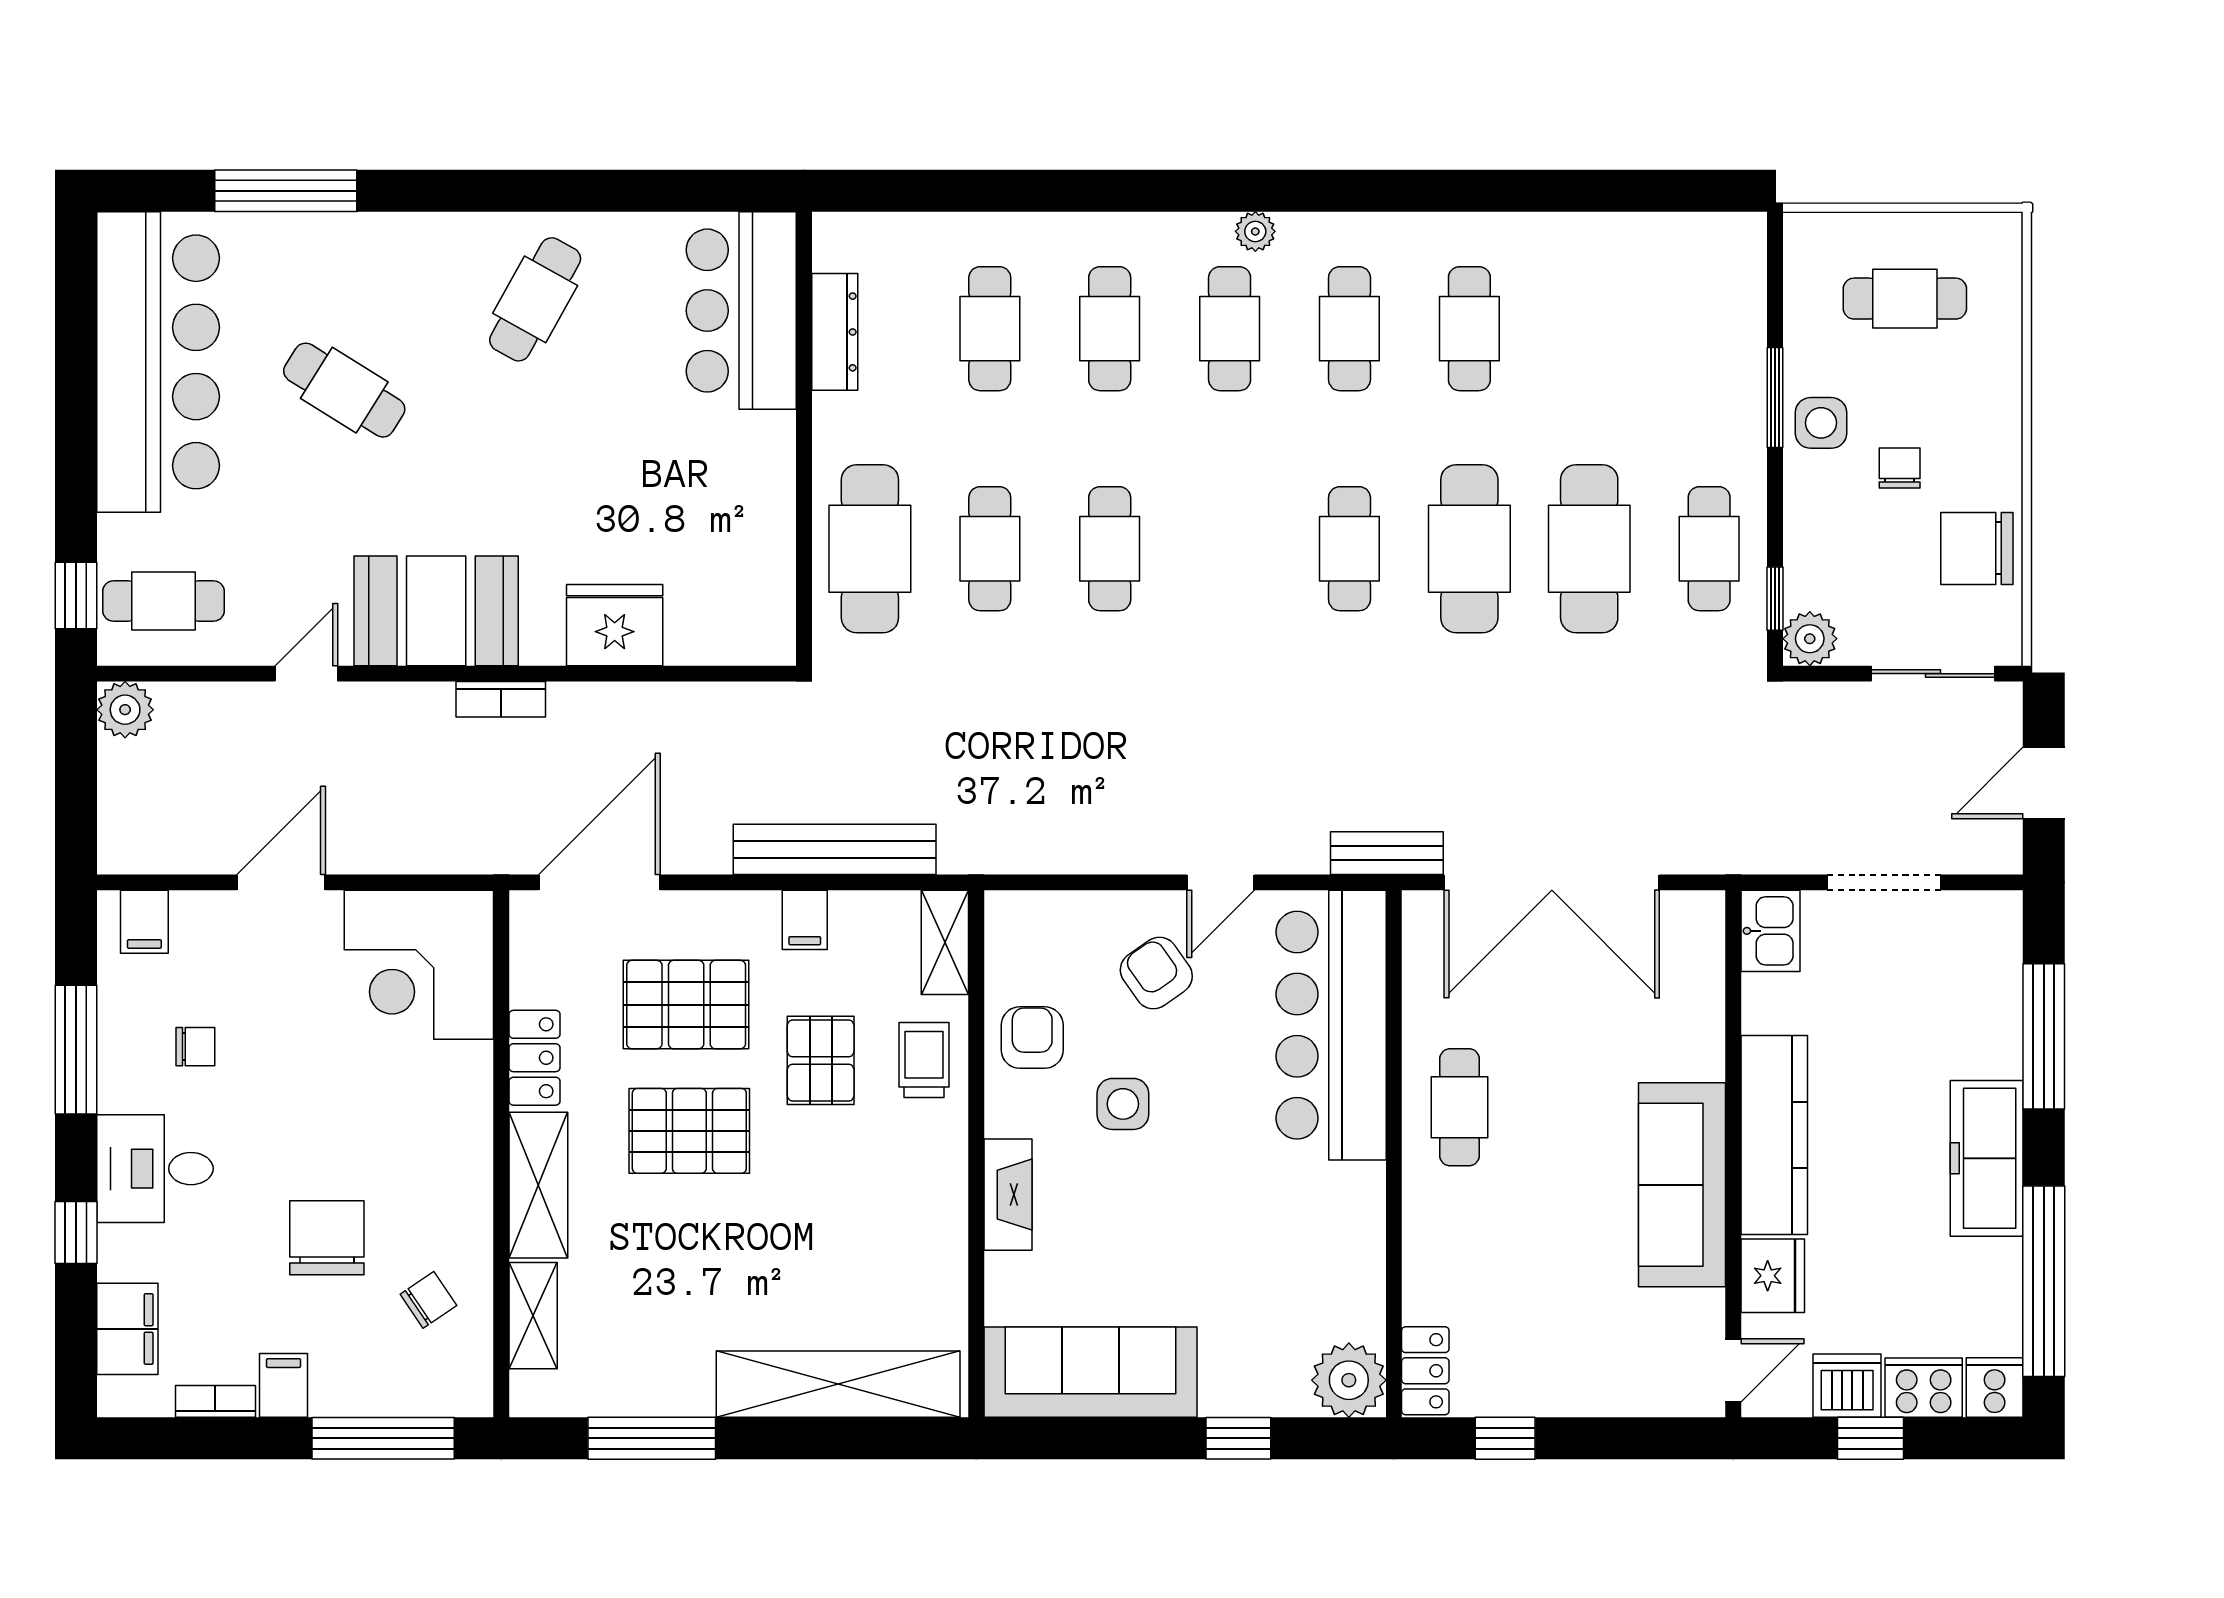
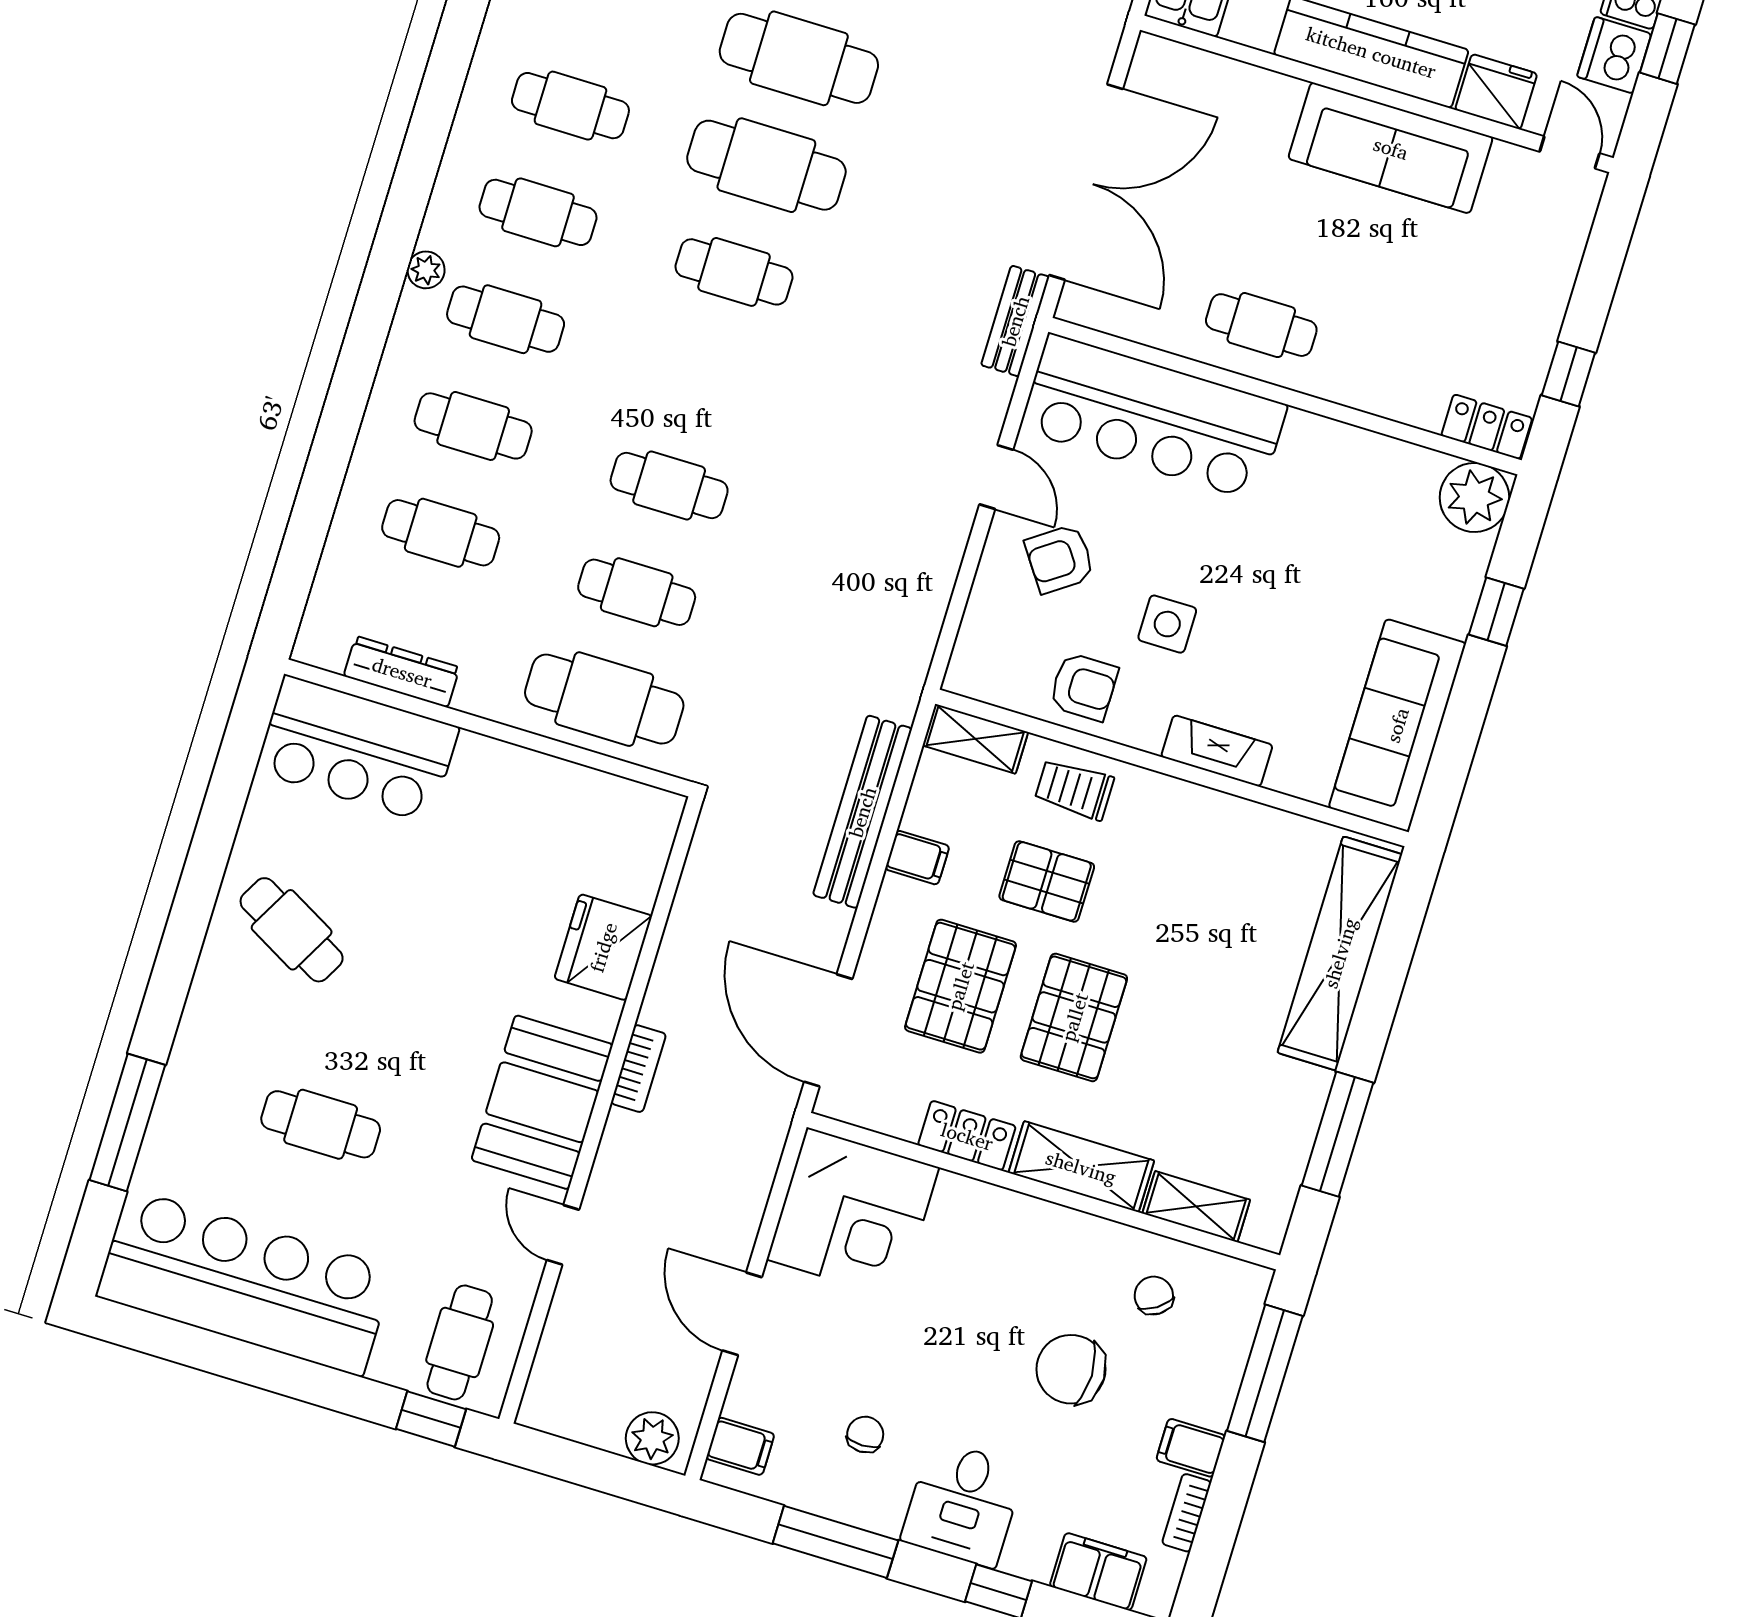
cafe table: (344, 390) -> (321, 1124), turned 58
plant: (125, 710) -> (652, 1438), moved
armchair: (1032, 1038) -> (1084, 687), turned 180

